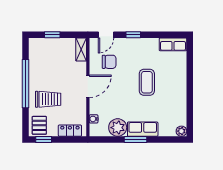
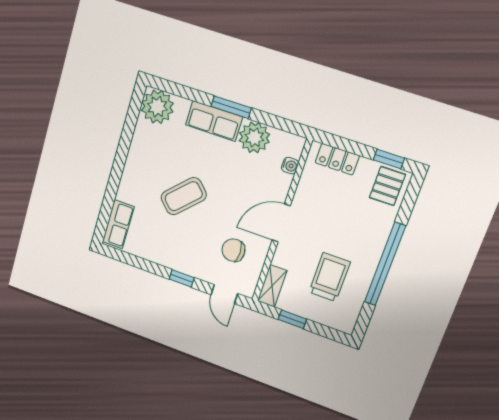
window: (52, 35) -> (292, 319), moved
door: (106, 35) -> (224, 294), swing flipped
row of seats: (173, 44) -> (118, 224), moved, turned 90
coffee table: (147, 82) -> (184, 196), turned 45
trolley: (48, 99) -> (329, 277), moved, turned 90
plant: (181, 131) -> (157, 107), width x1.87, depth x1.87

